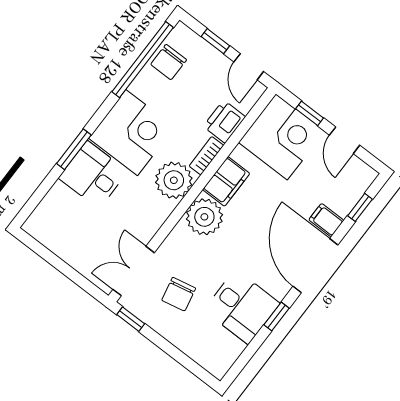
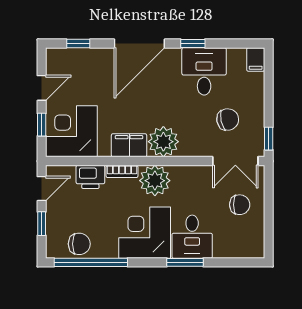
filing cabinet: (326, 220) -> (256, 59), moved
chair: (89, 243) -> (240, 205), added

